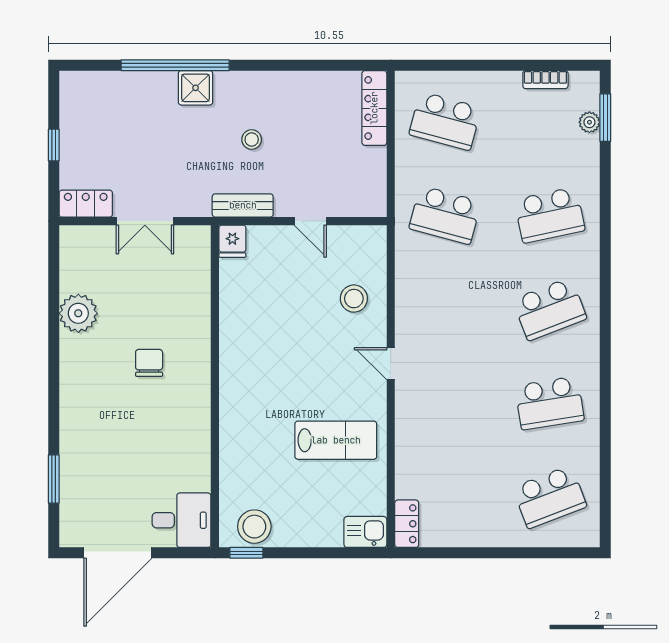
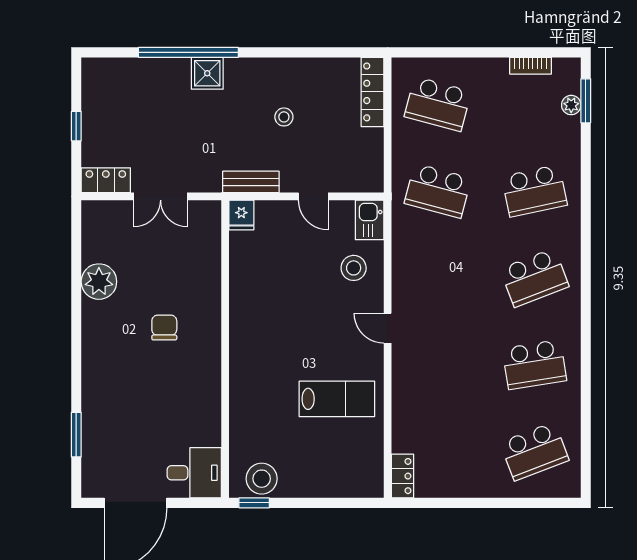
stool: (252, 139) -> (284, 117), moved
kitchen sink: (365, 532) -> (370, 220), moved, turned -90

